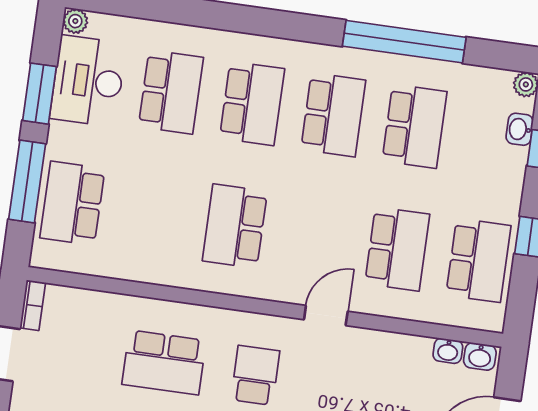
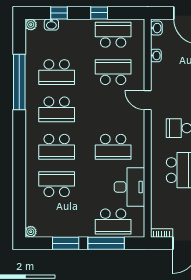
desk: (88, 81) -> (129, 187), moved, turned -90
school desk: (252, 103) -> (57, 147), turned 180
school desk: (333, 115) -> (57, 109), turned 180
school desk: (415, 126) -> (57, 72), turned 180
washbasin: (448, 351) -> (156, 56), moved

